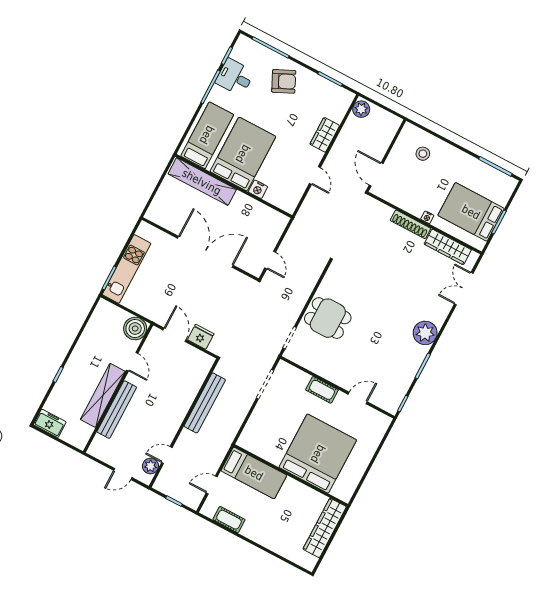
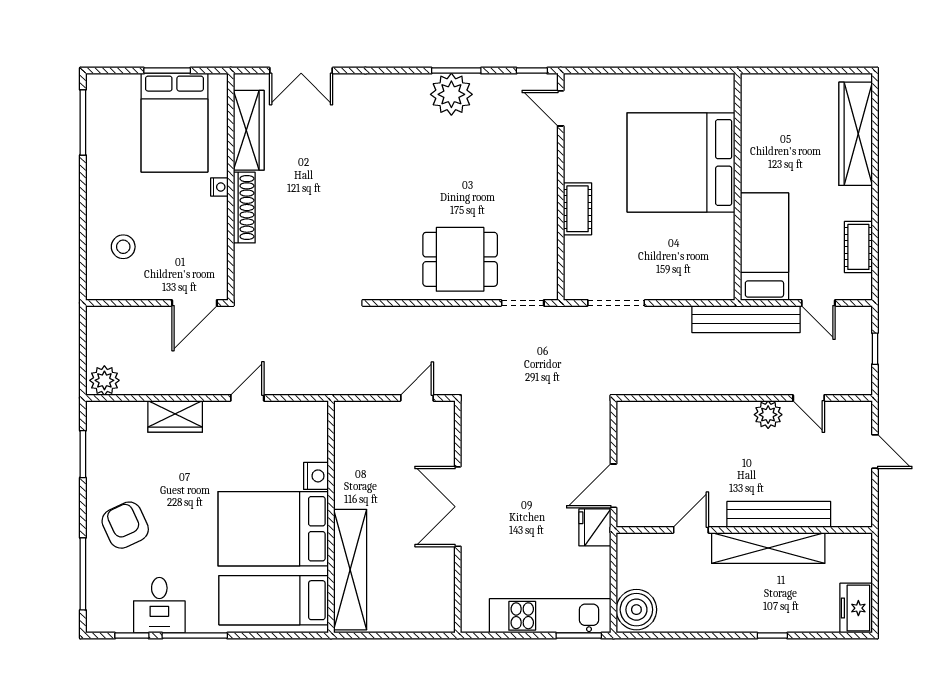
double door: (205, 252) -> (458, 507), width x0.73
dining table: (328, 318) -> (460, 259), turned 90
boiler: (135, 329) -> (636, 610), moved
plant: (425, 333) -> (451, 94), moved
fridge: (201, 337) -> (595, 527), moved
door: (358, 398) -> (561, 108), moved
bench: (205, 403) -> (746, 319), moved
plant: (150, 466) -> (768, 415), moved
wardrobe: (325, 528) -> (856, 134), moved, turned 90

